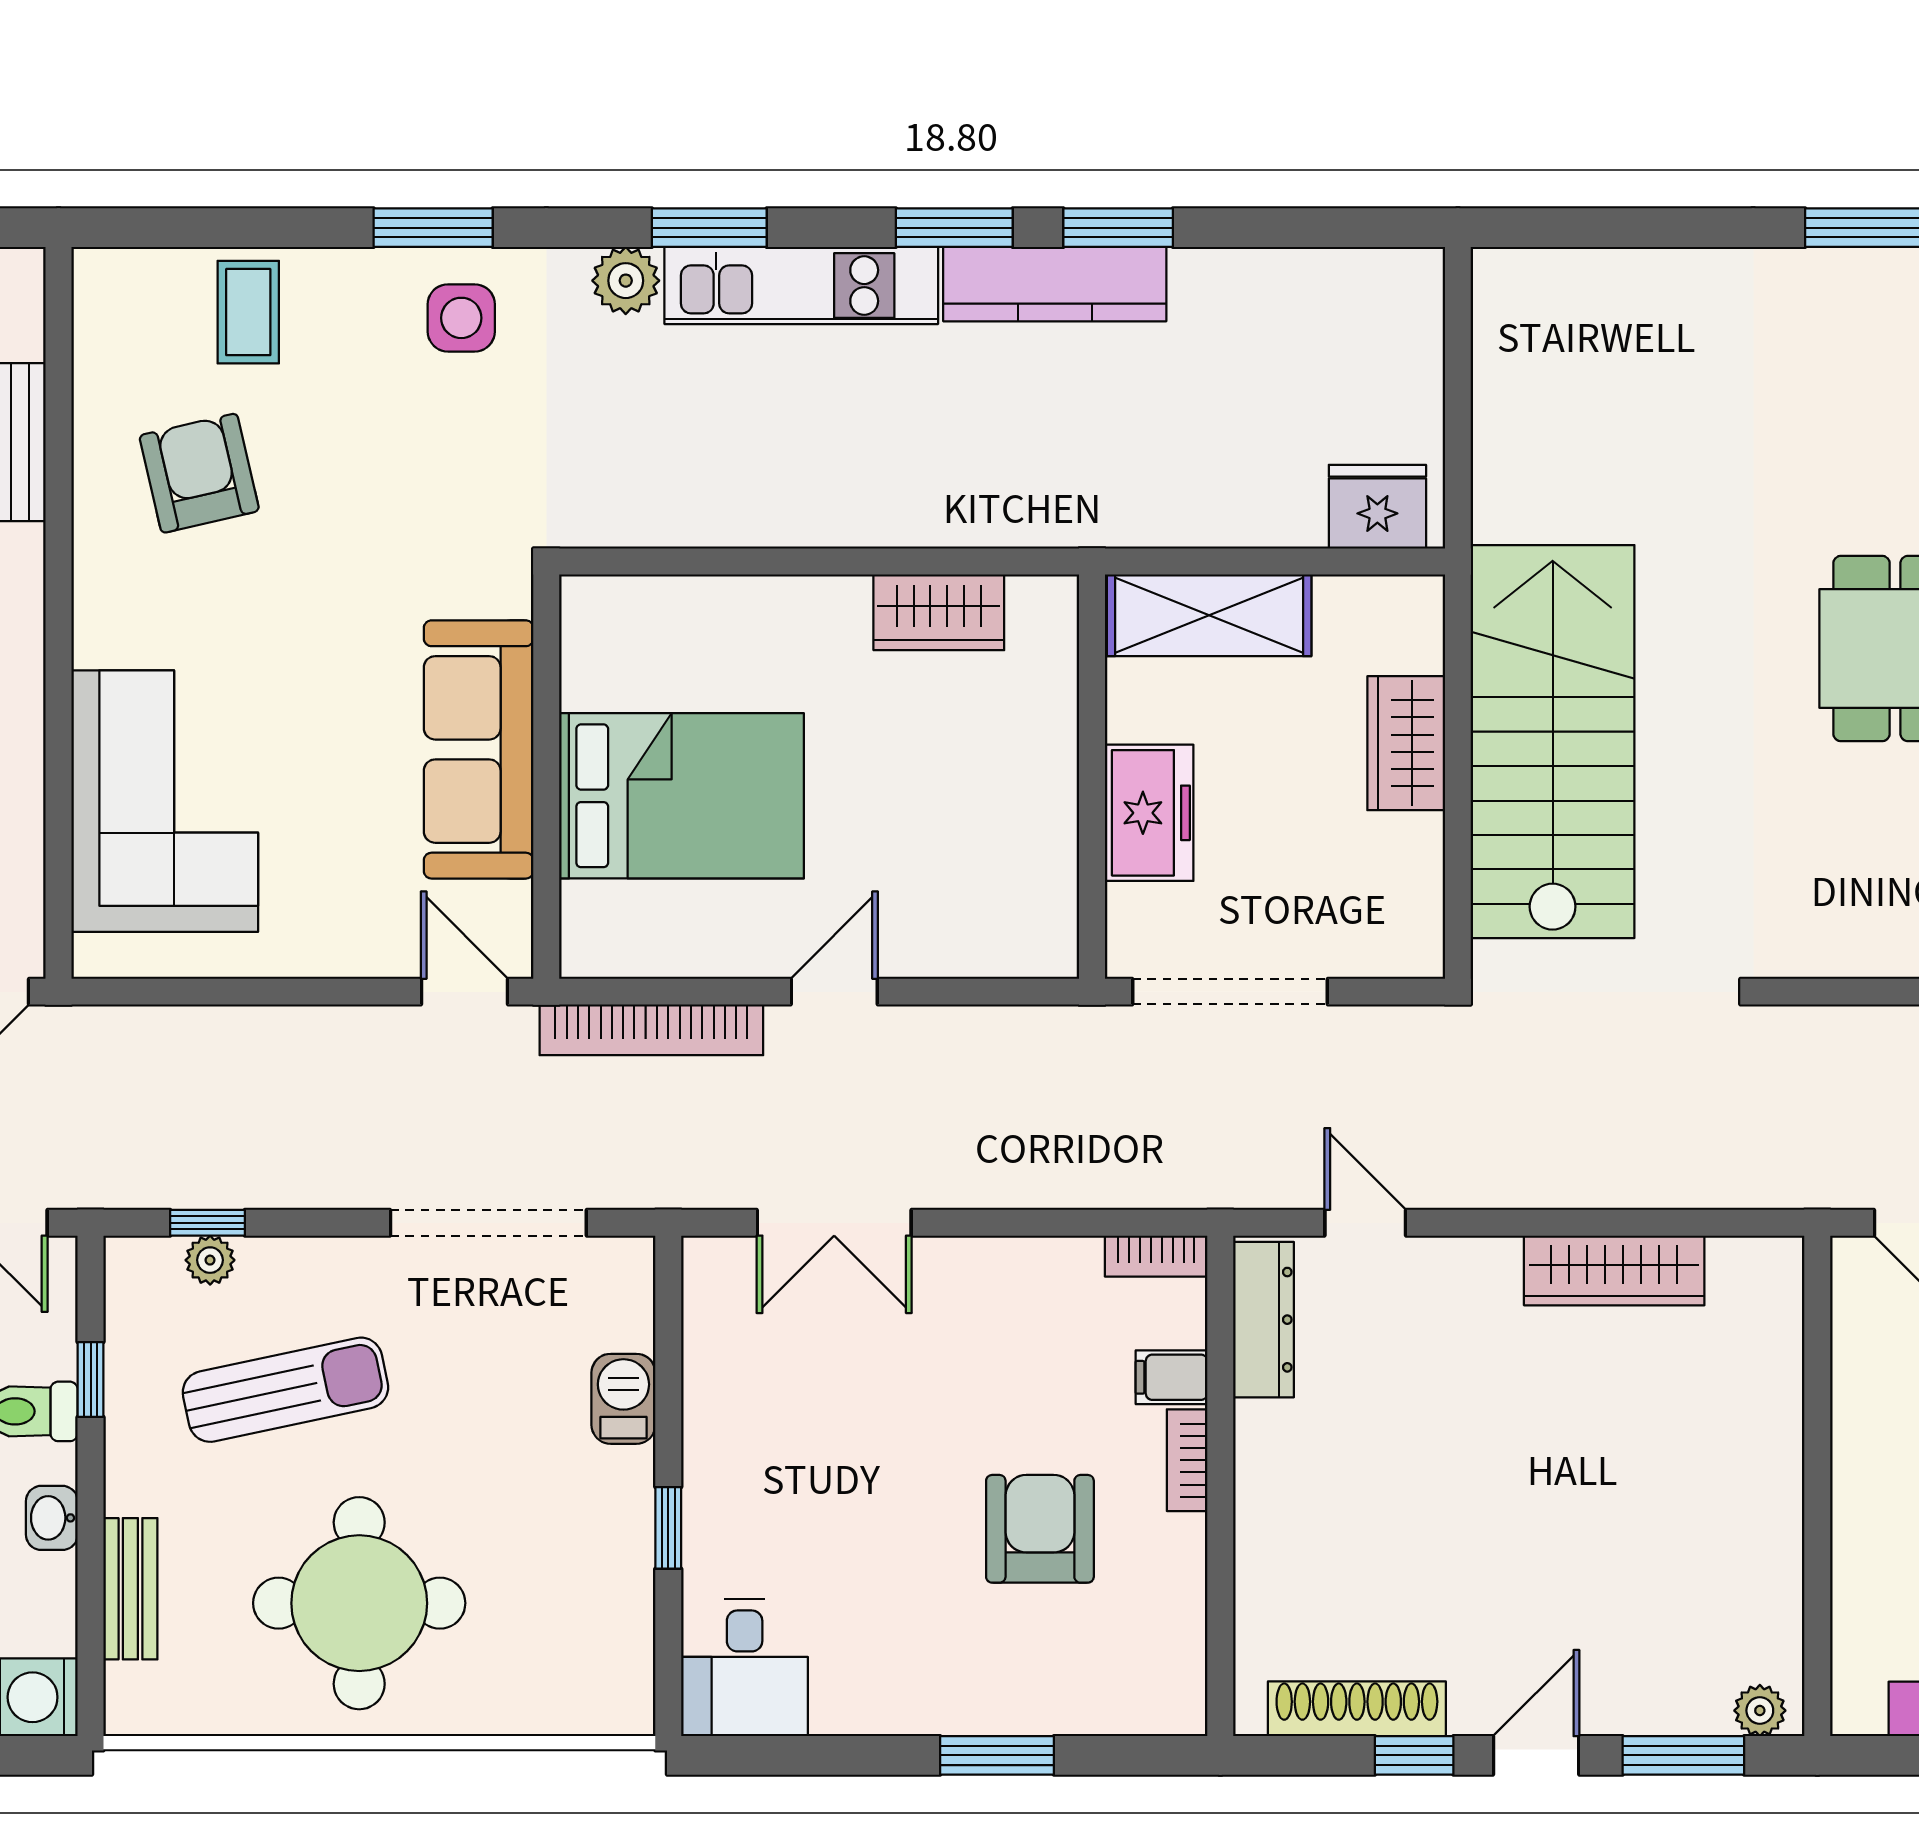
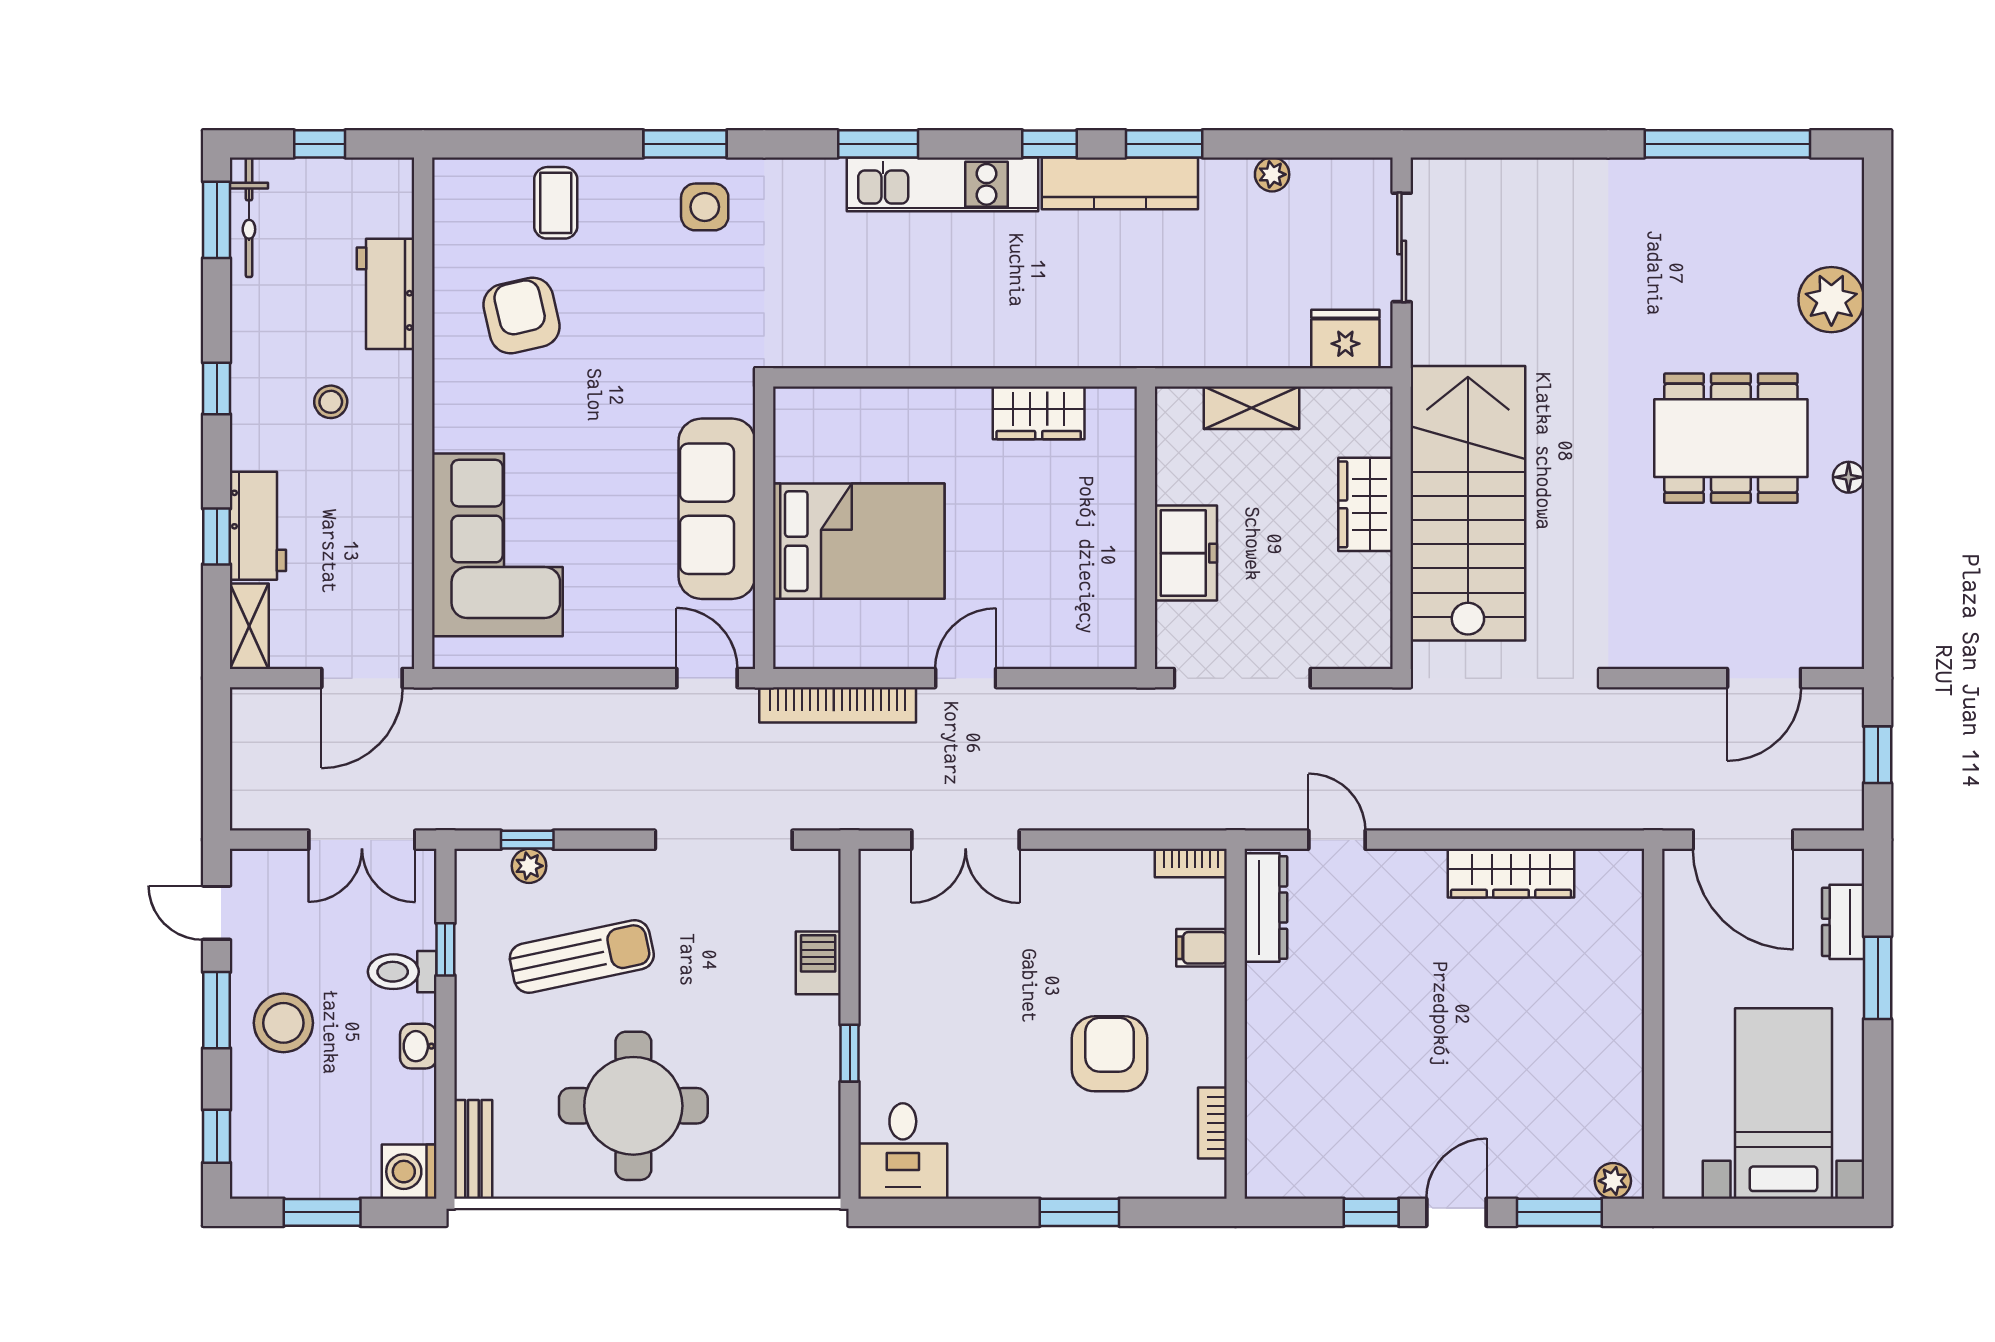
window: (954, 228) -> (1049, 144), width x0.67
plant: (626, 281) -> (1272, 174), moved, width x0.73, depth x0.73
sliding door: (1458, 376) -> (1402, 247), added
shelving: (1209, 615) -> (1252, 408), width x0.67, depth x0.75
bookcase: (1187, 1460) -> (1212, 1123), moved
bench: (130, 1589) -> (473, 1149), moved
shoe rack: (1357, 1709) -> (1331, 1180), removed

